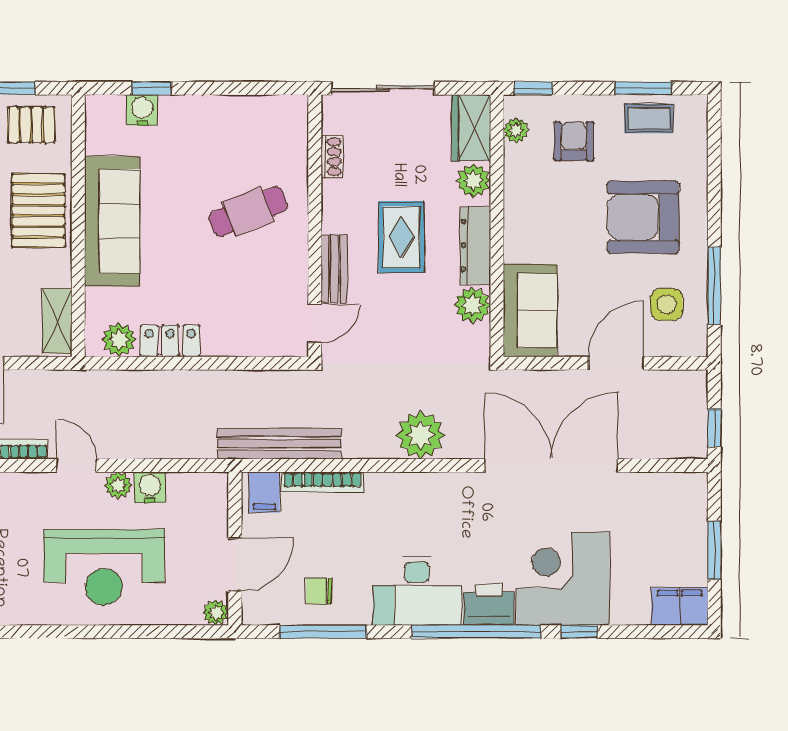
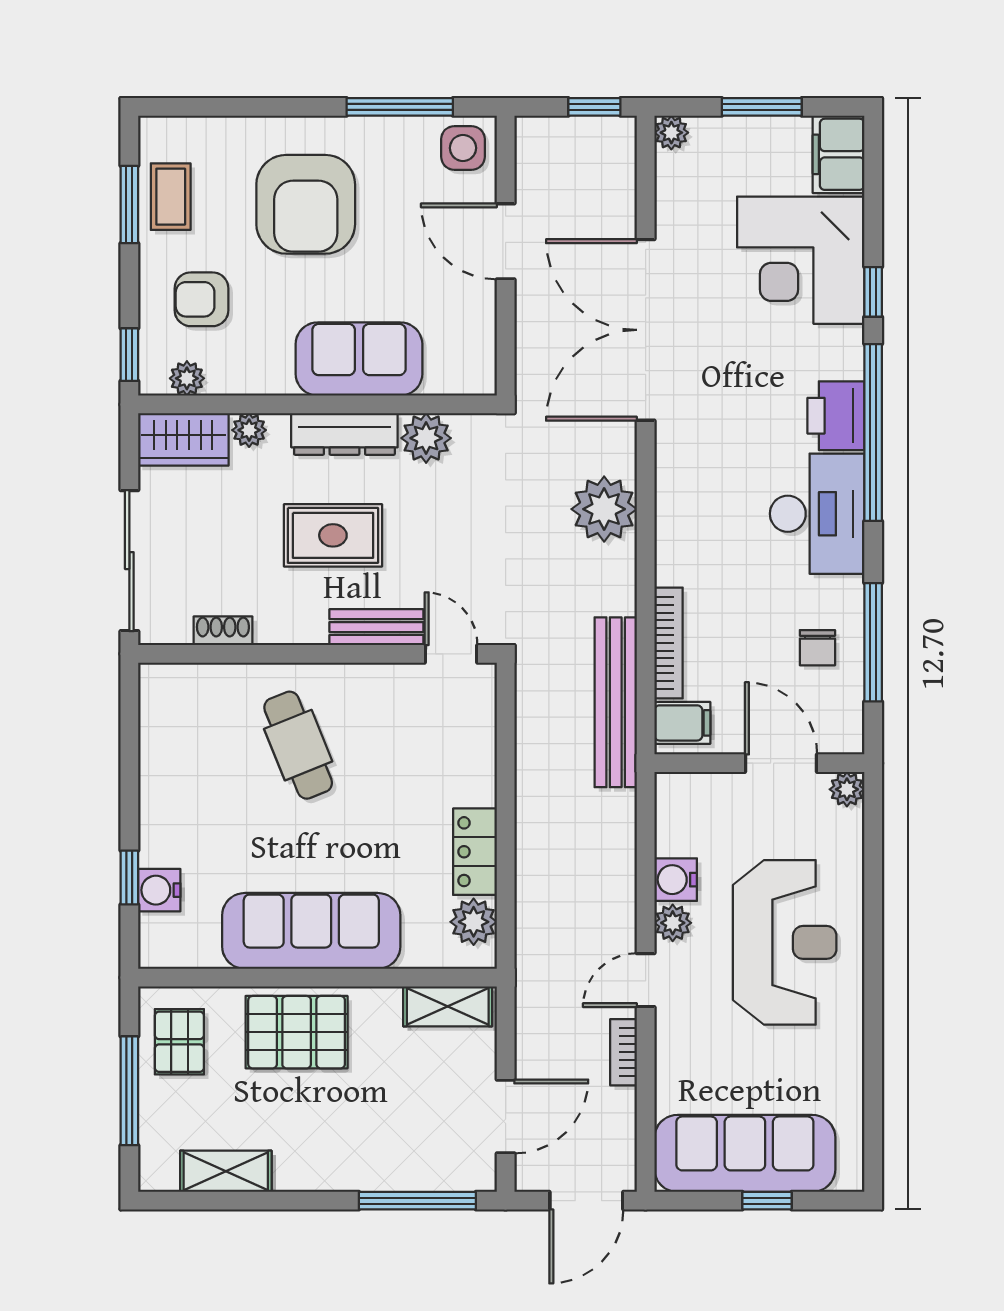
plant: (474, 180) -> (249, 430), width x0.73, depth x0.73
side table: (667, 304) -> (463, 148), moved
sofa: (530, 310) -> (359, 359), moved
plant: (696, 484) -> (671, 133), added
corner desk: (563, 579) -> (801, 260), moved

